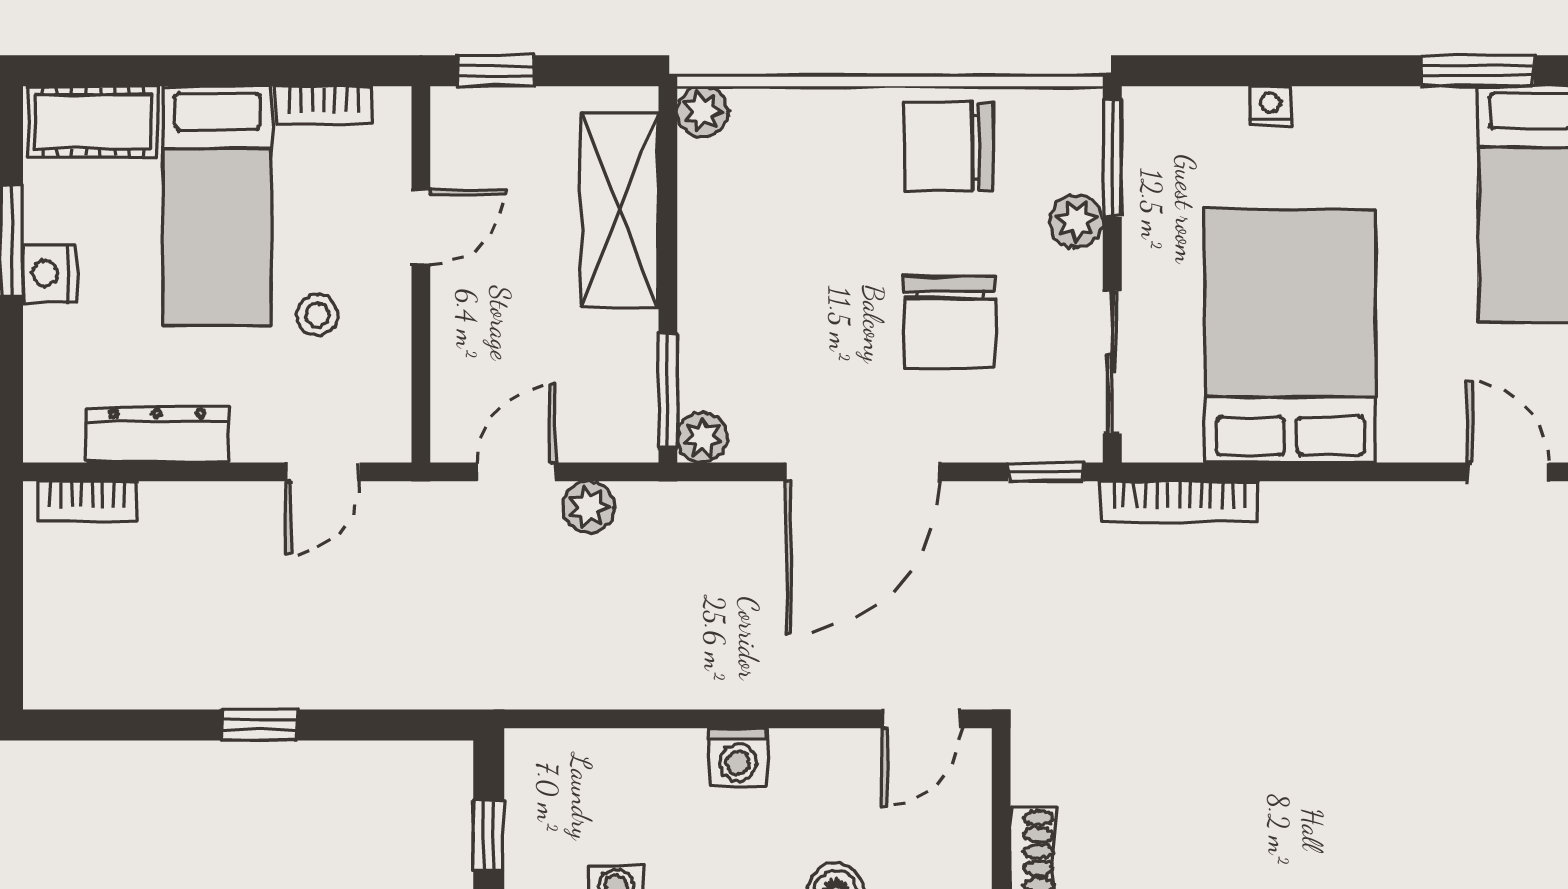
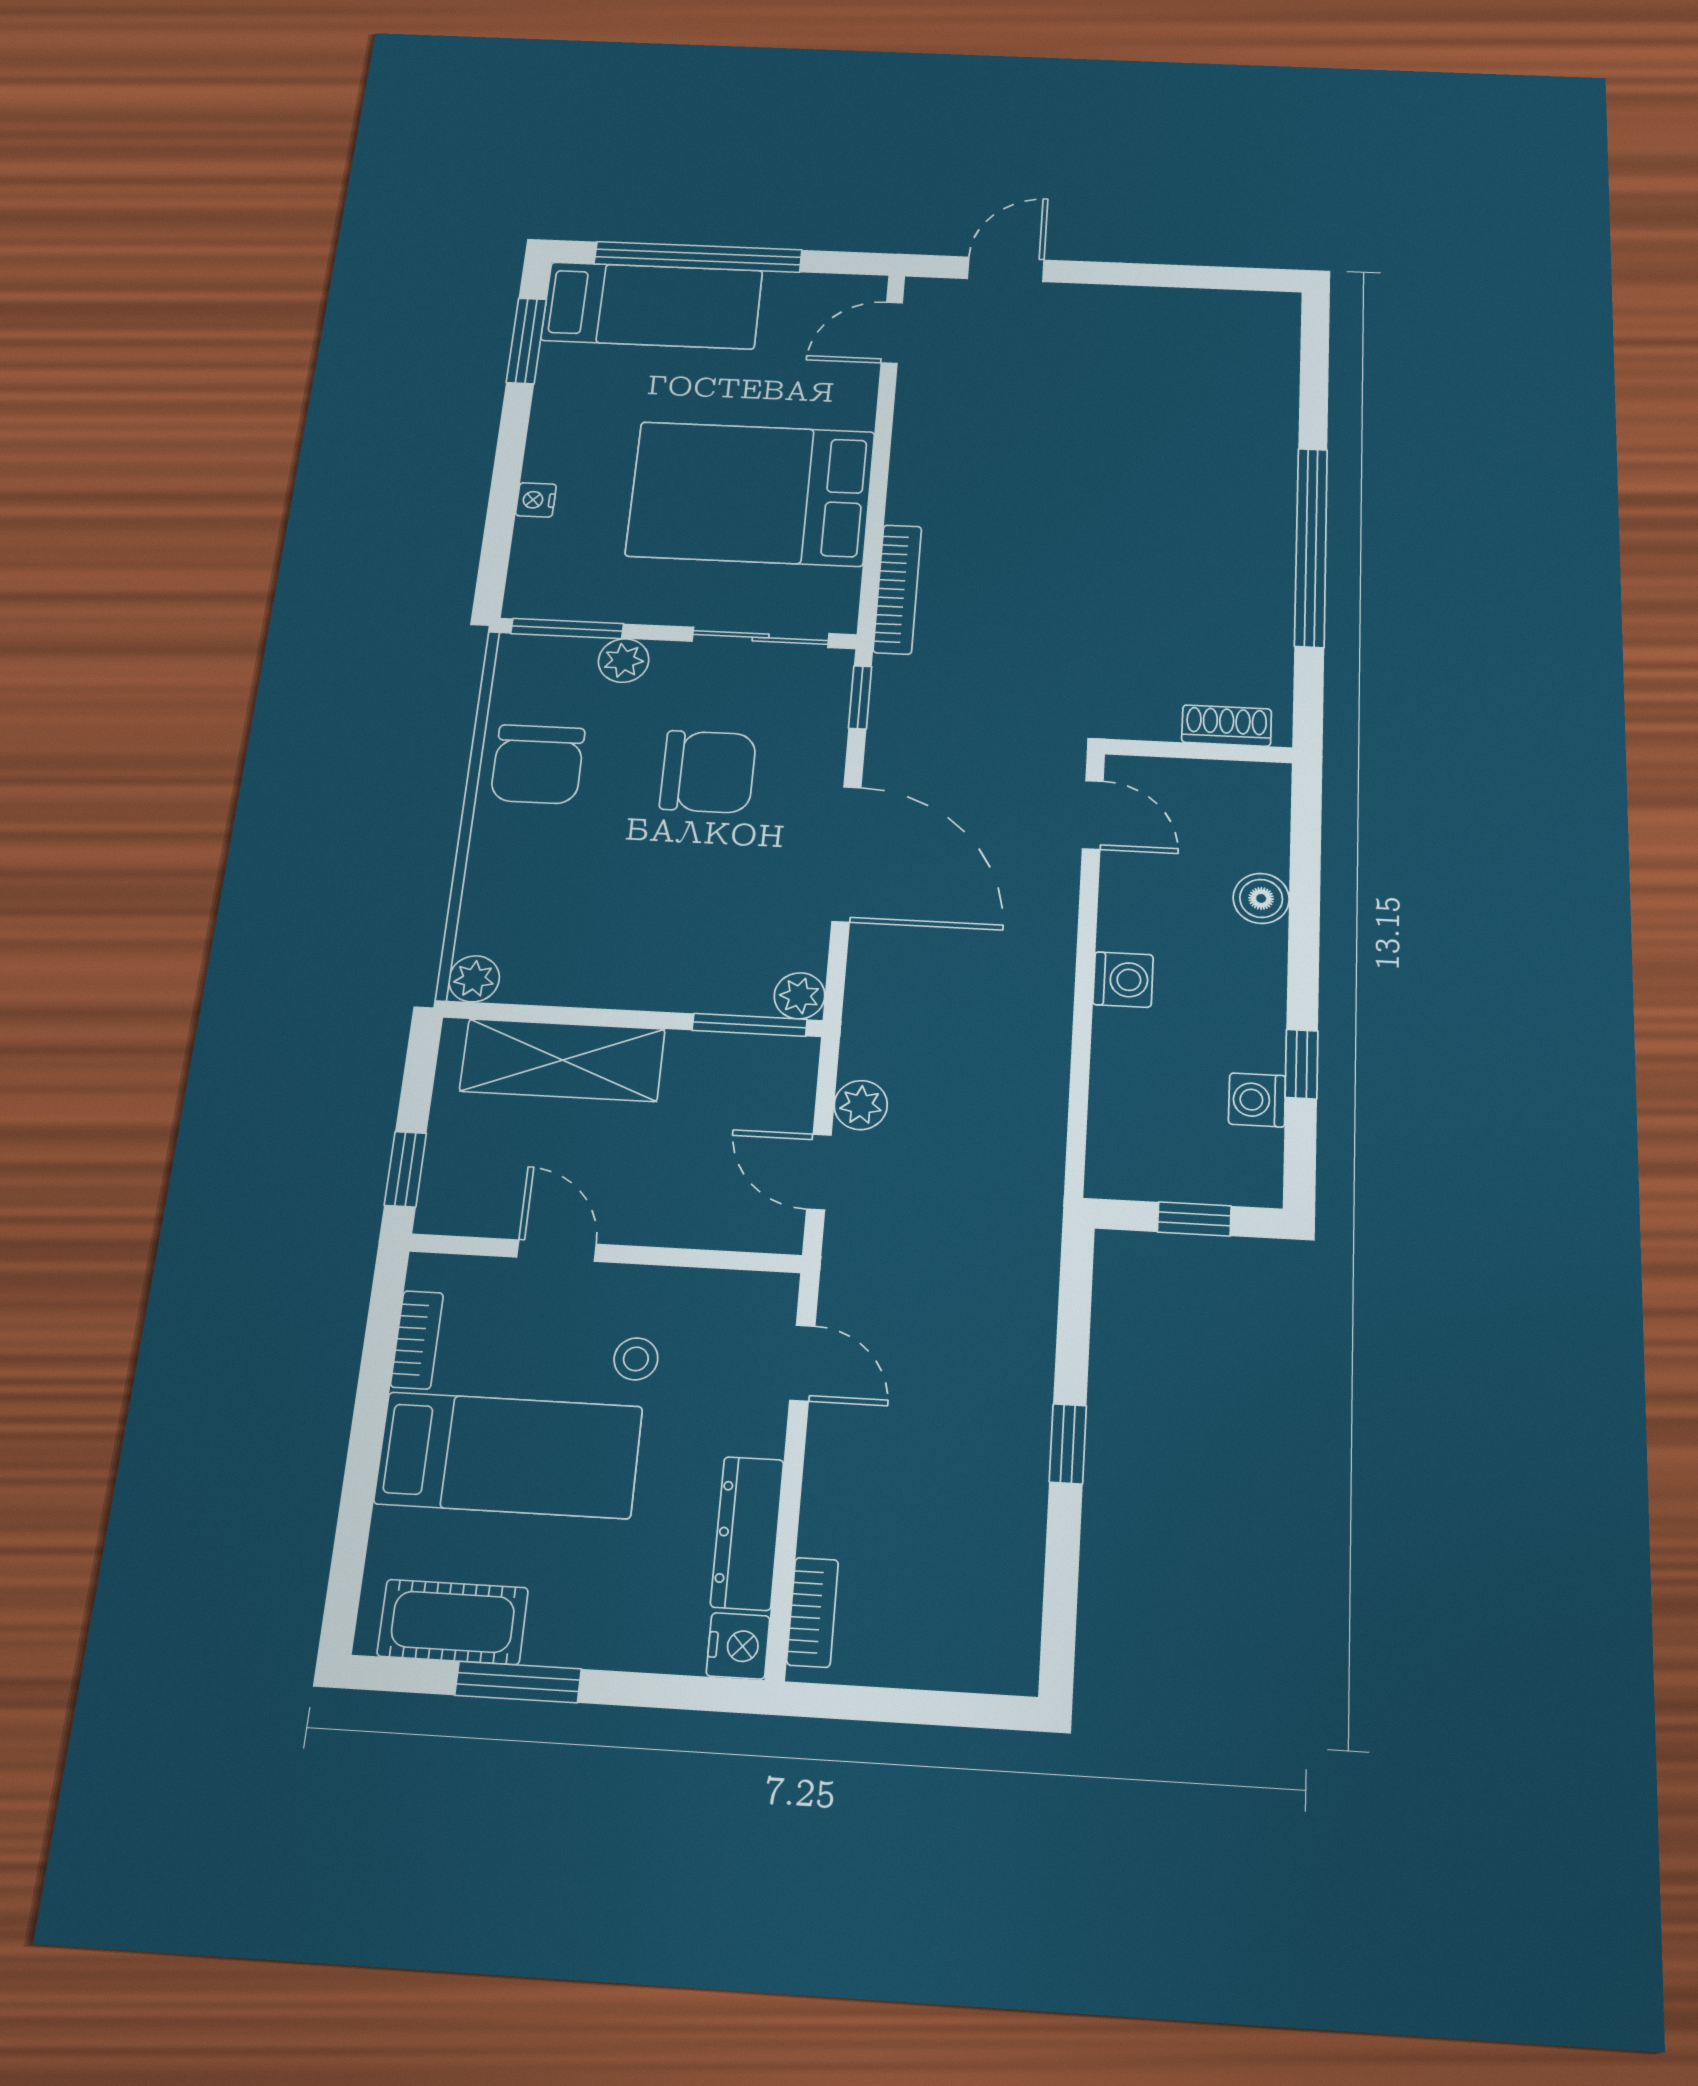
cot: (93, 122) -> (453, 1622), moved, turned 90
nightstand: (49, 273) -> (738, 1646), moved, turned -90

